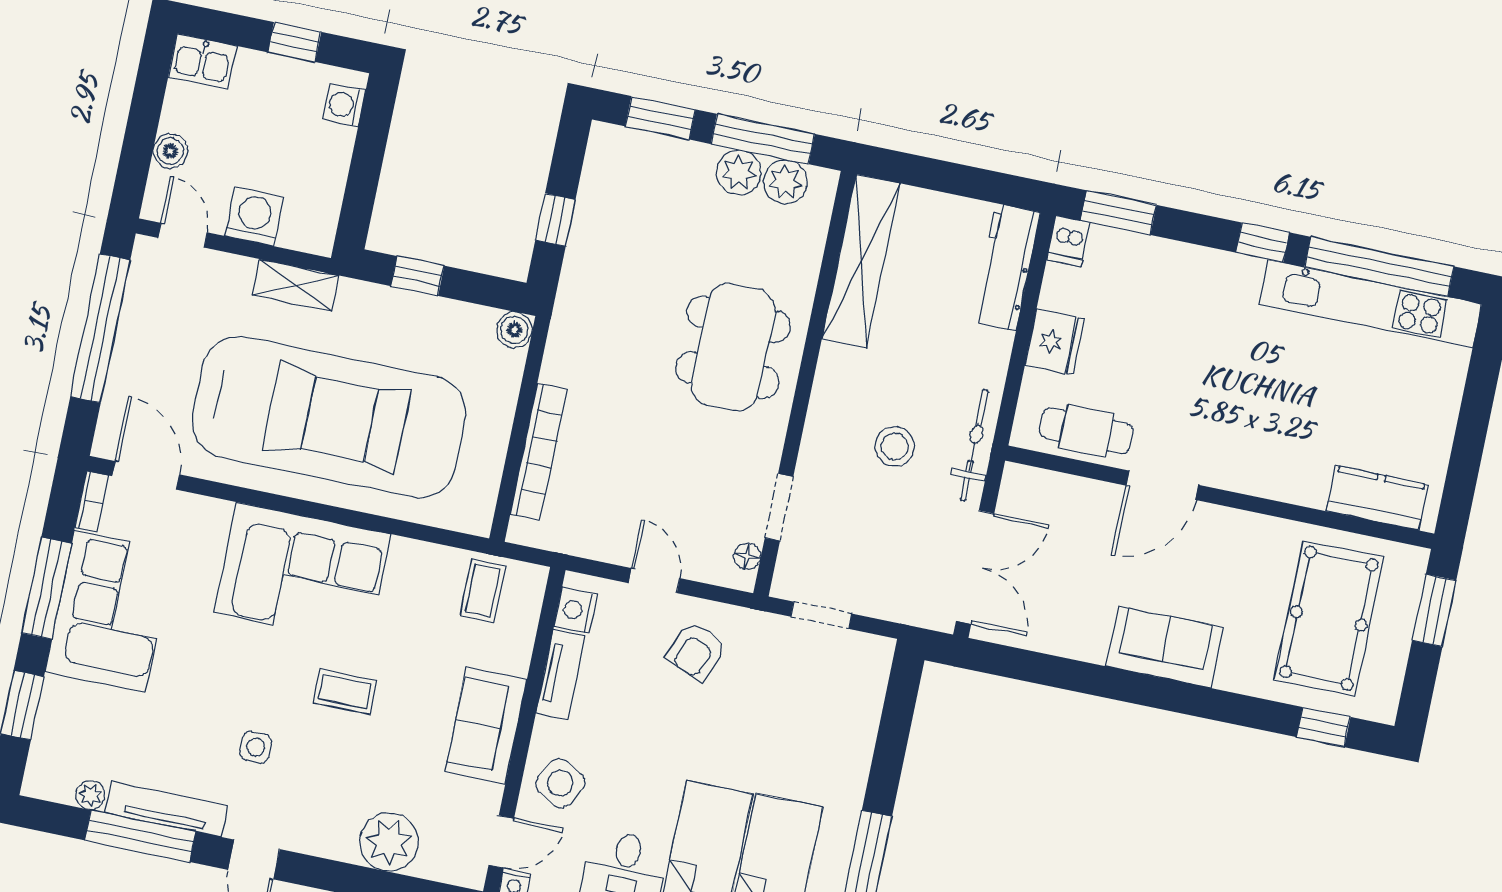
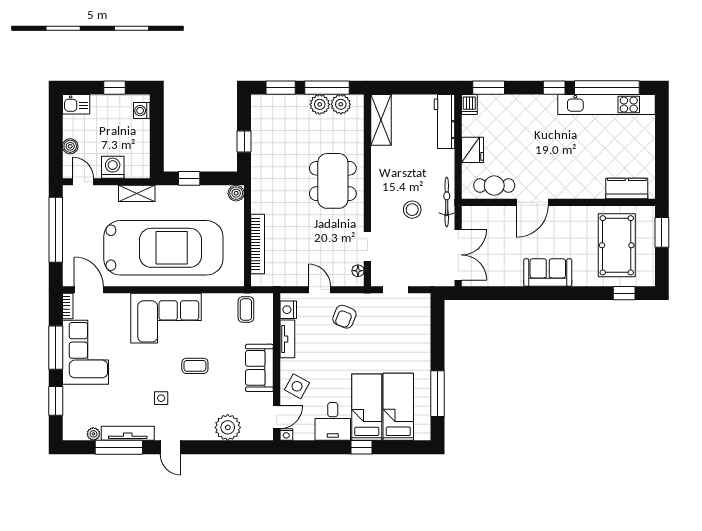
shelving: (861, 261) -> (381, 120), width x0.68

